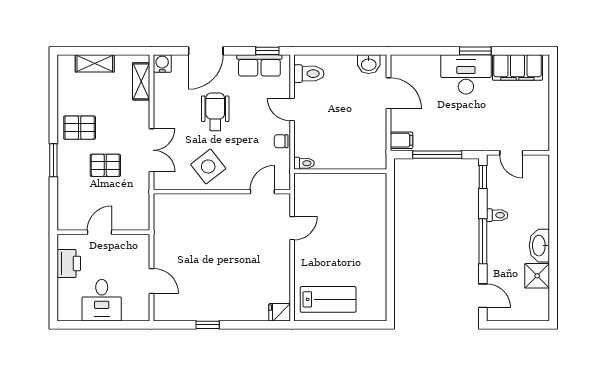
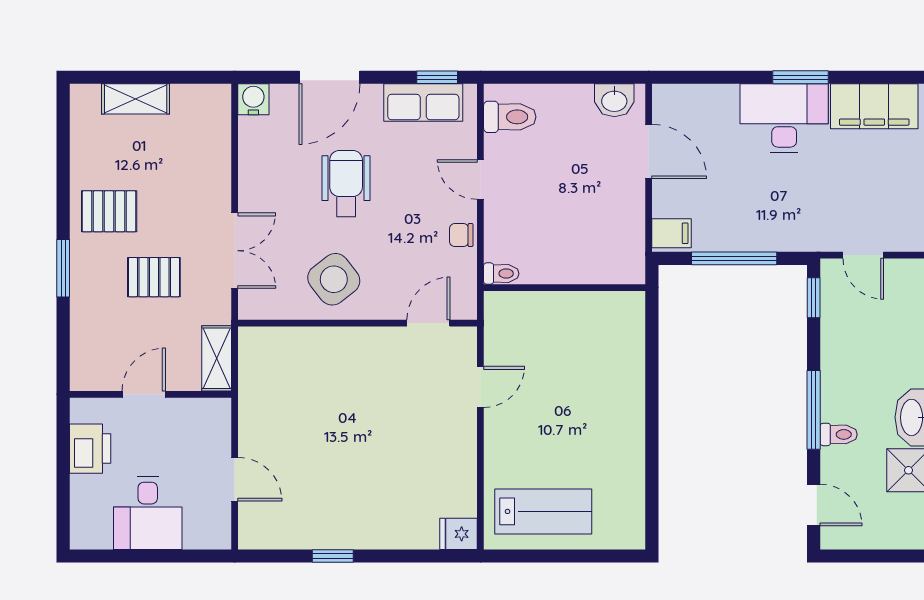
shelving: (141, 81) -> (217, 358), moved
toilet: (497, 215) -> (839, 434), moved

